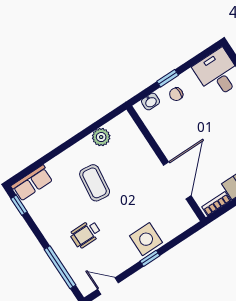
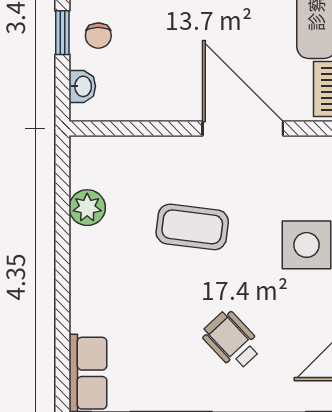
coffee table: (95, 183) -> (192, 227), moved
wheelchair: (85, 234) -> (232, 340), turned 137

